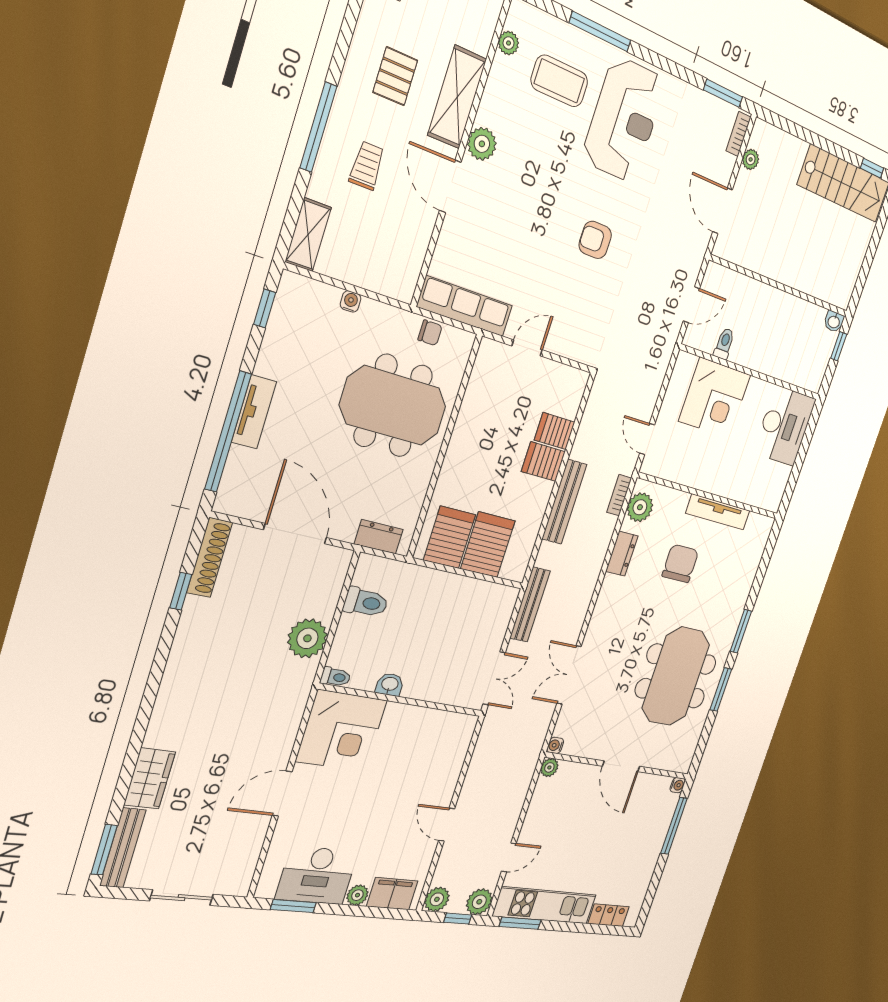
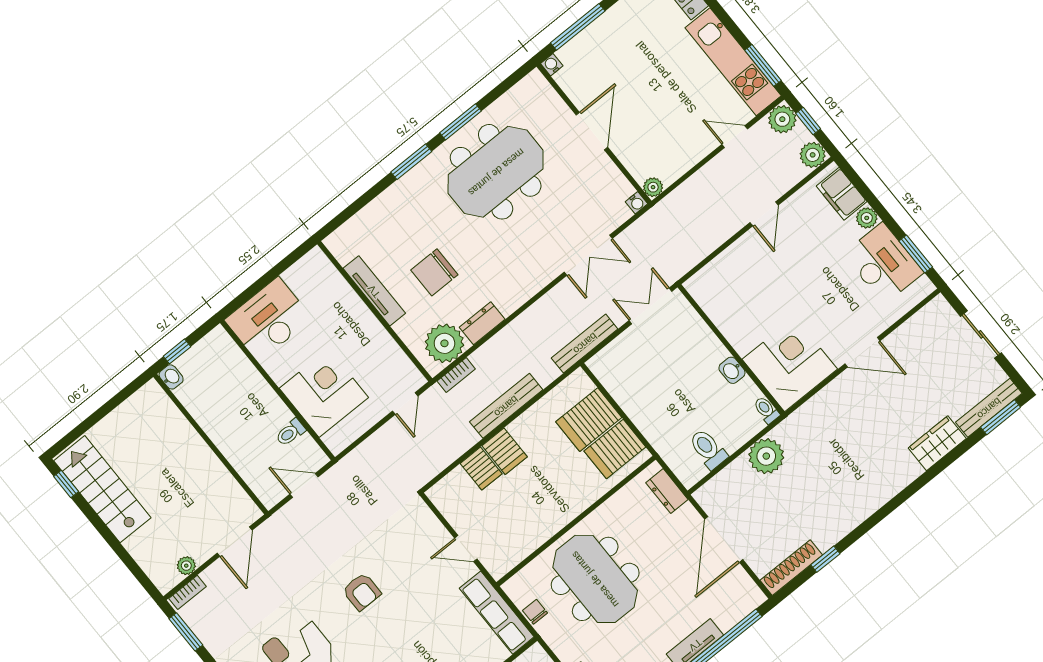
plant: (640, 507) -> (444, 343), width x1.36, depth x1.36

